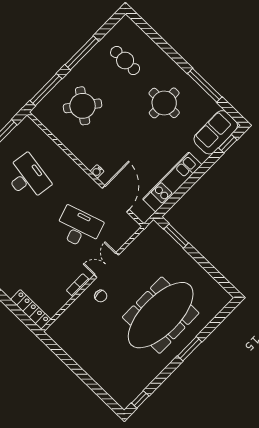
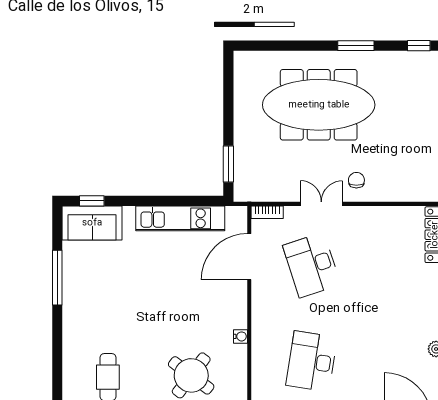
round table: (164, 103) -> (112, 300), removed
water cooler: (97, 171) -> (240, 336), moved
double door: (106, 265) -> (321, 204), swing flipped
bookcase: (78, 285) -> (267, 212), moved
window: (190, 349) -> (356, 46), moved

